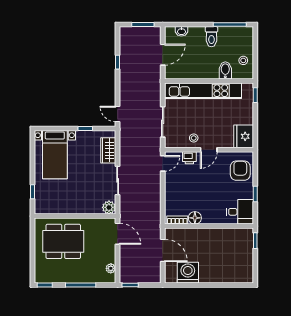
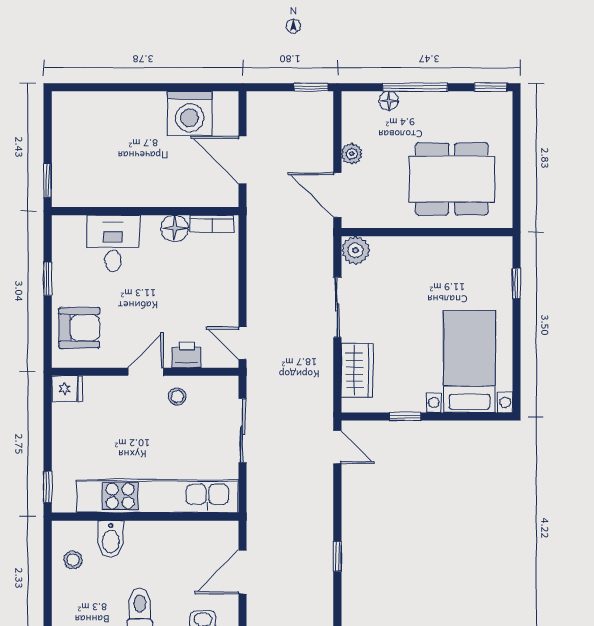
fridge: (244, 136) -> (67, 389), width x0.53, depth x0.75
door: (163, 163) -> (243, 343), hinge flipped
armchair: (240, 171) -> (79, 328), turned -90
desk: (240, 212) -> (113, 243), moved, turned 90
plant: (111, 268) -> (352, 154), moved
floor lamp: (93, 279) -> (389, 101), added

